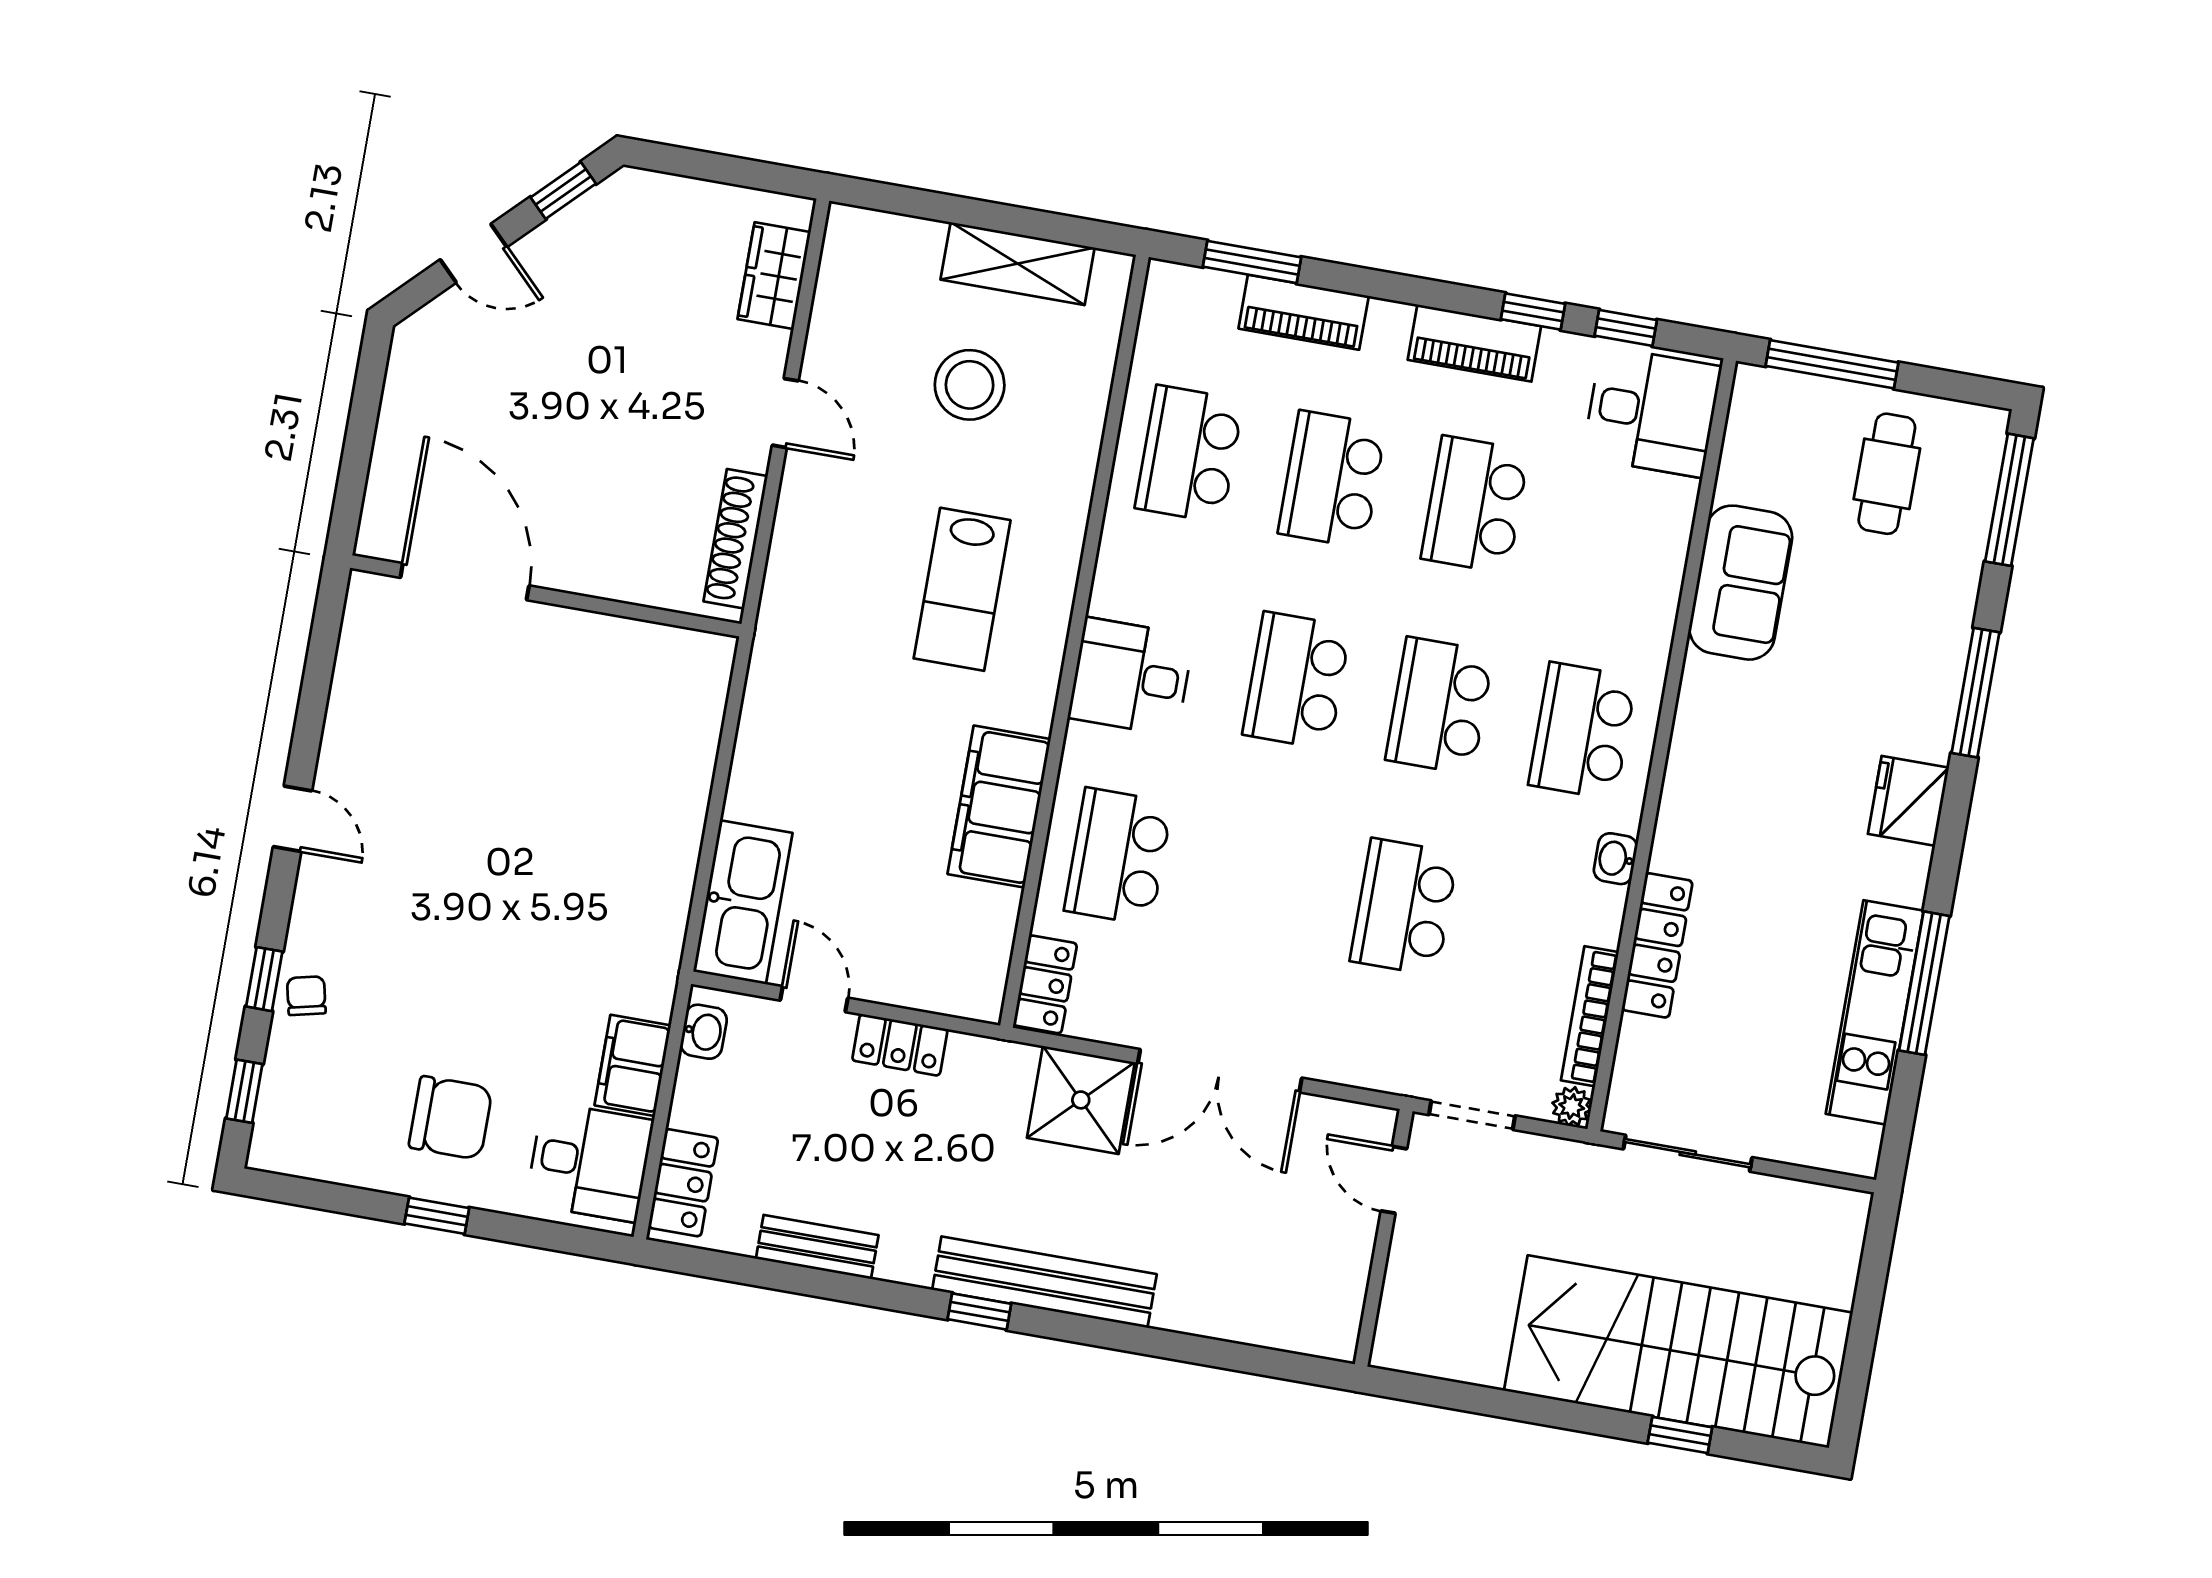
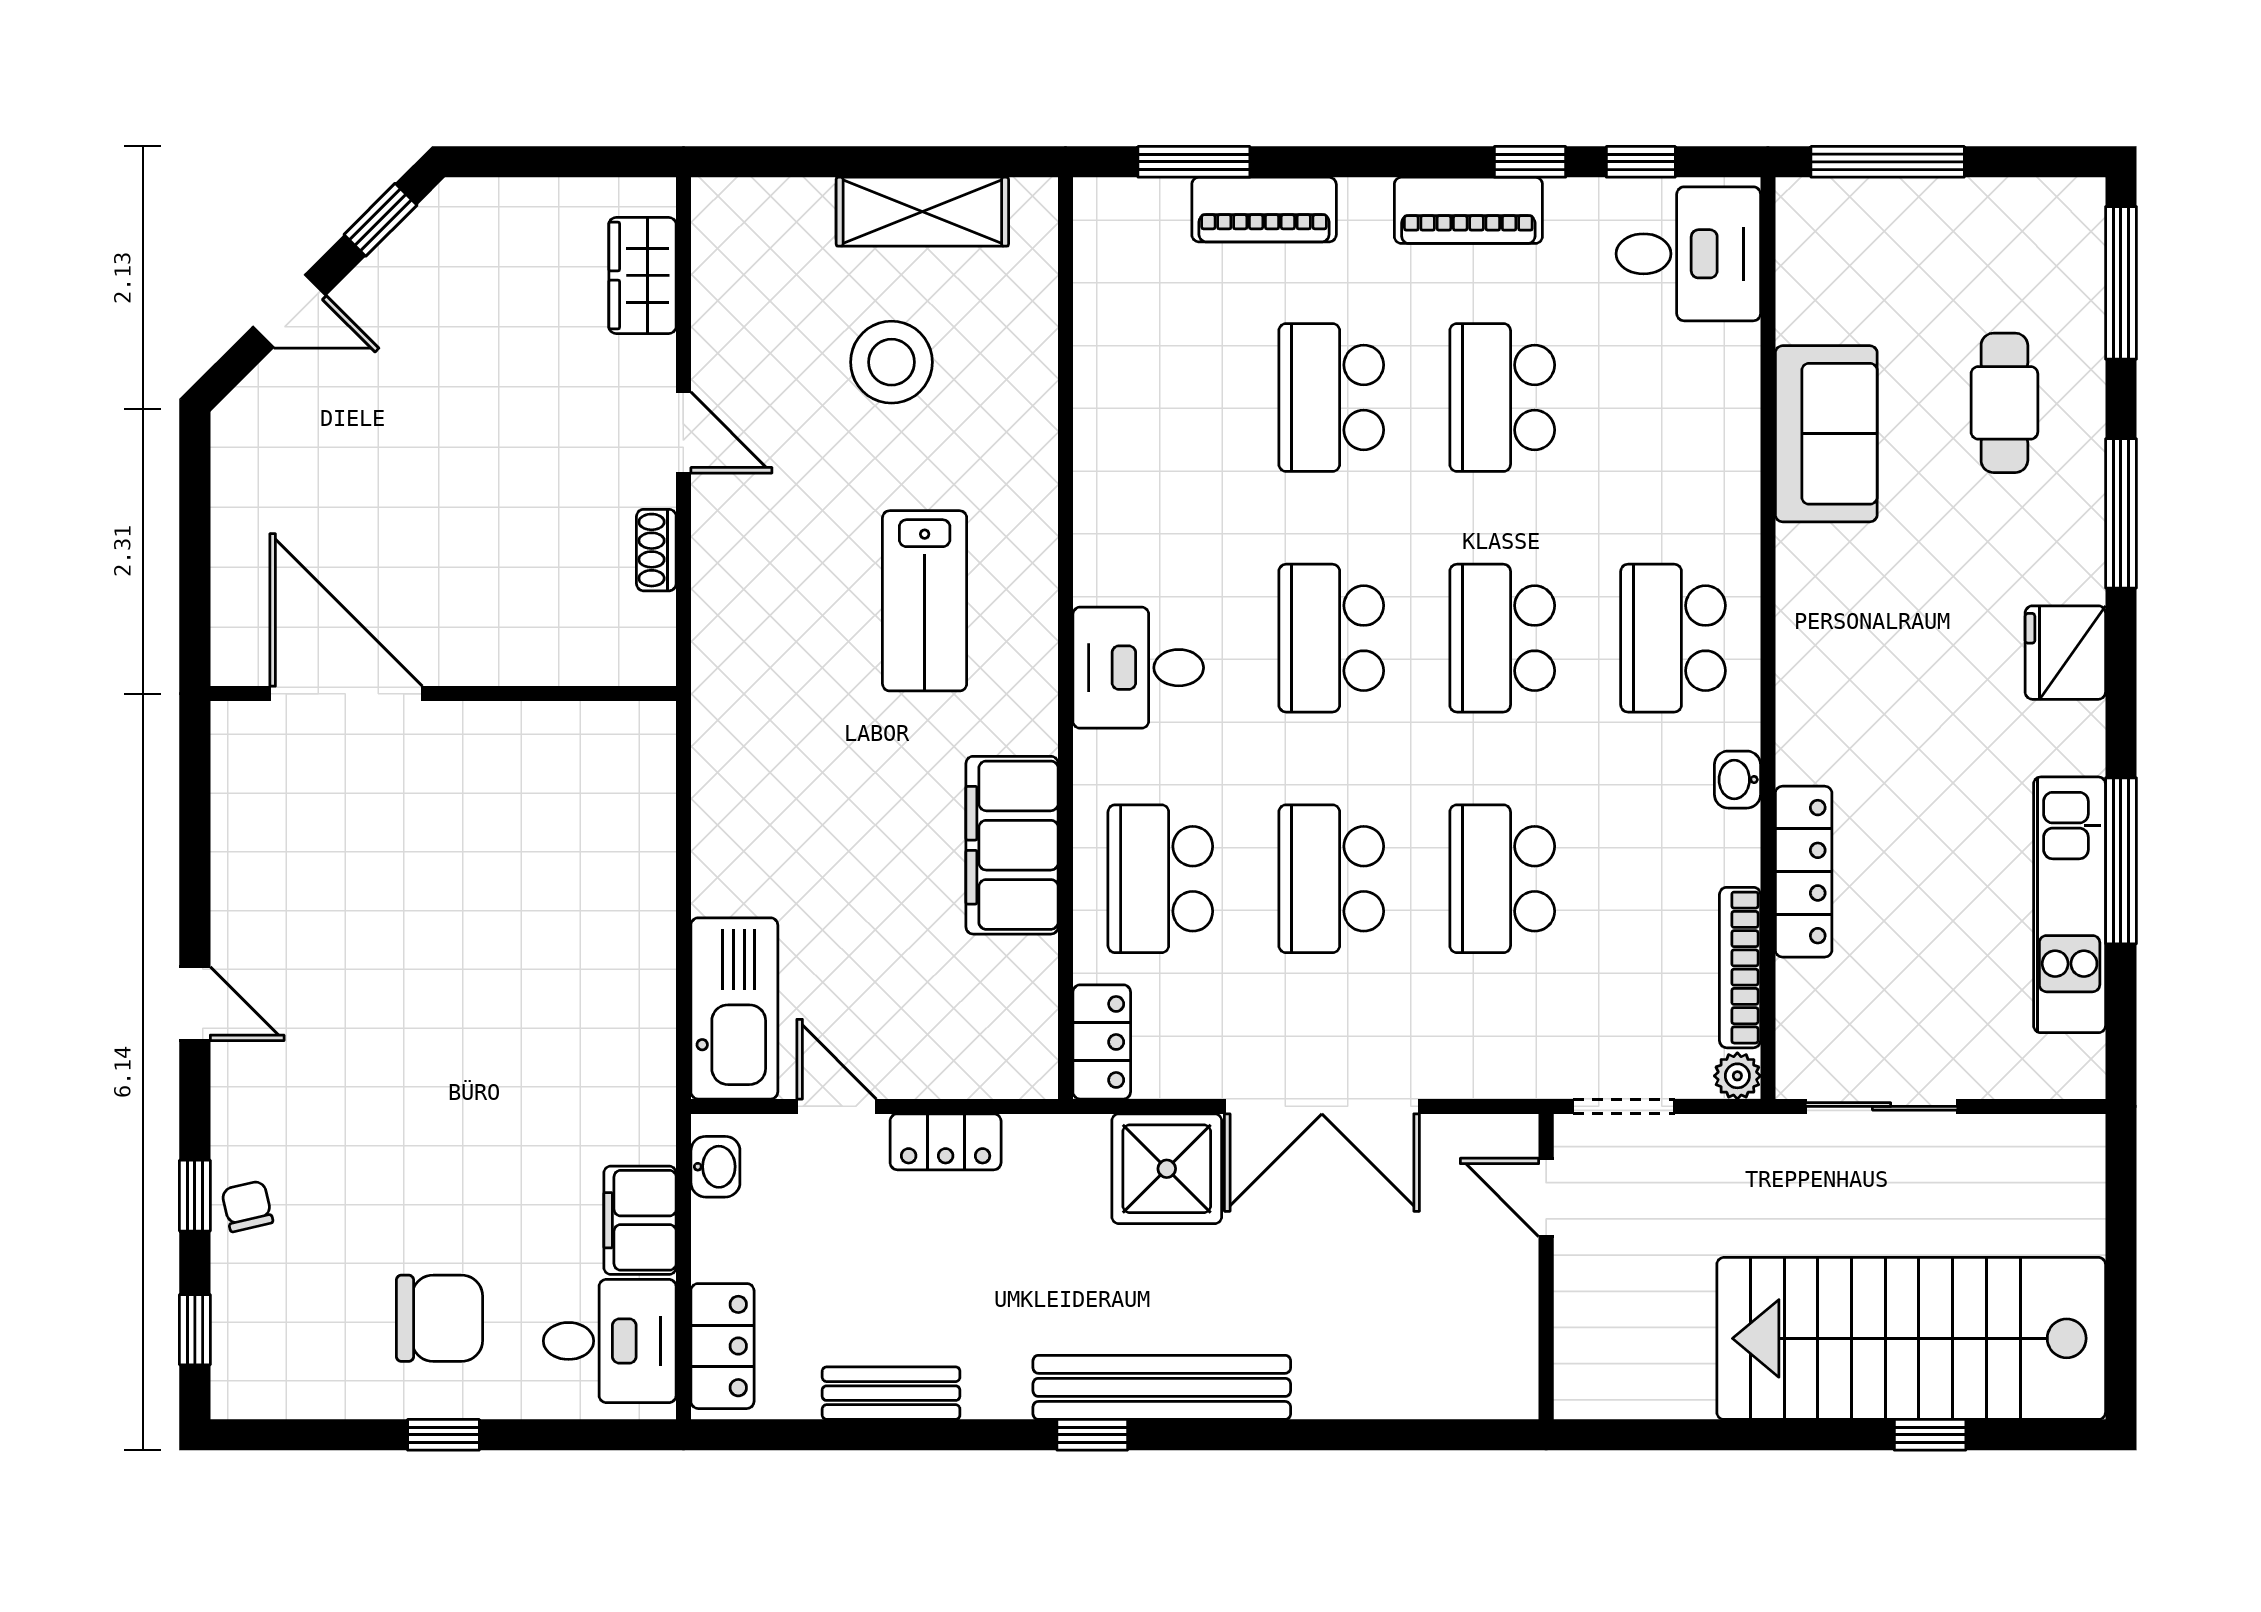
school desk: (1189, 454) -> (1331, 879), moved
cafe table: (1887, 474) -> (2004, 403), moved
shoe rack: (736, 539) -> (656, 550), width x0.51, depth x0.81

